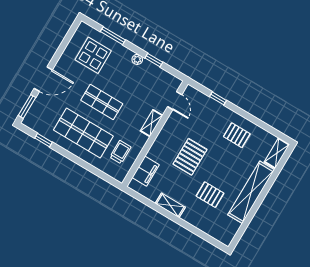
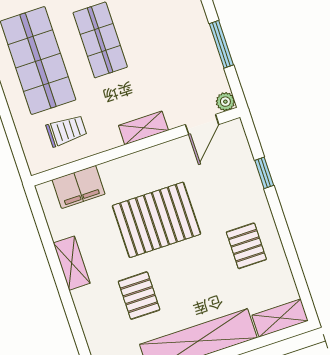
plant: (137, 59) -> (225, 102), moved
window: (154, 60) -> (221, 44), width x1.50
pallet: (190, 157) -> (156, 220), width x1.37, depth x1.41

